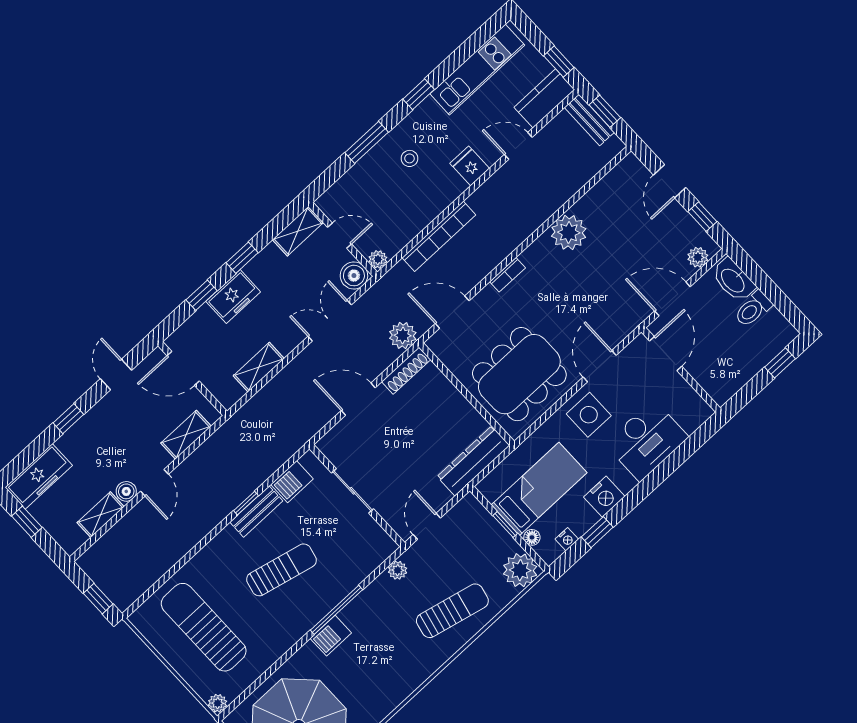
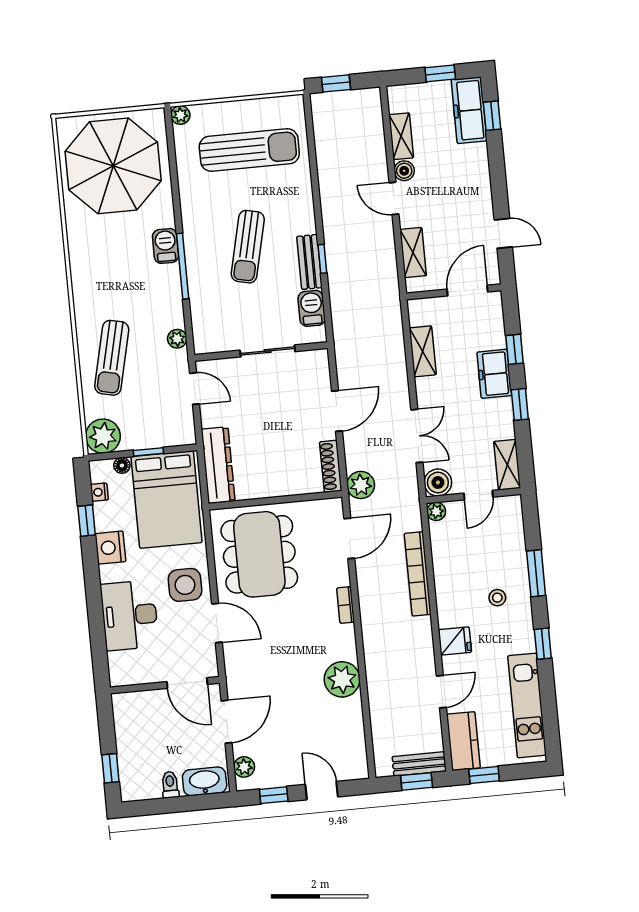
toilet: (753, 309) -> (170, 785), width x0.73, depth x0.72
window: (68, 419) -> (492, 116), moved
bed: (539, 489) -> (167, 500), width x1.50

